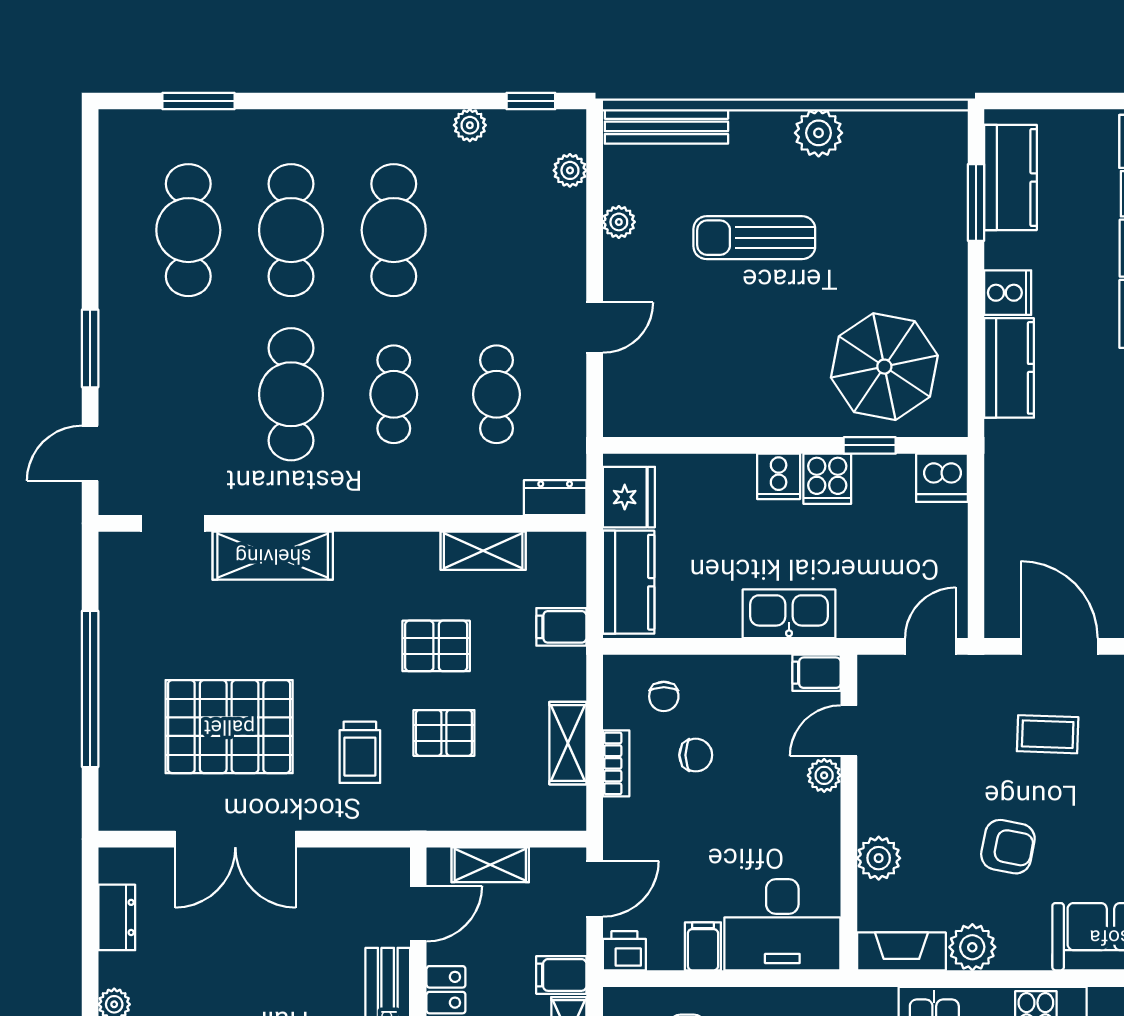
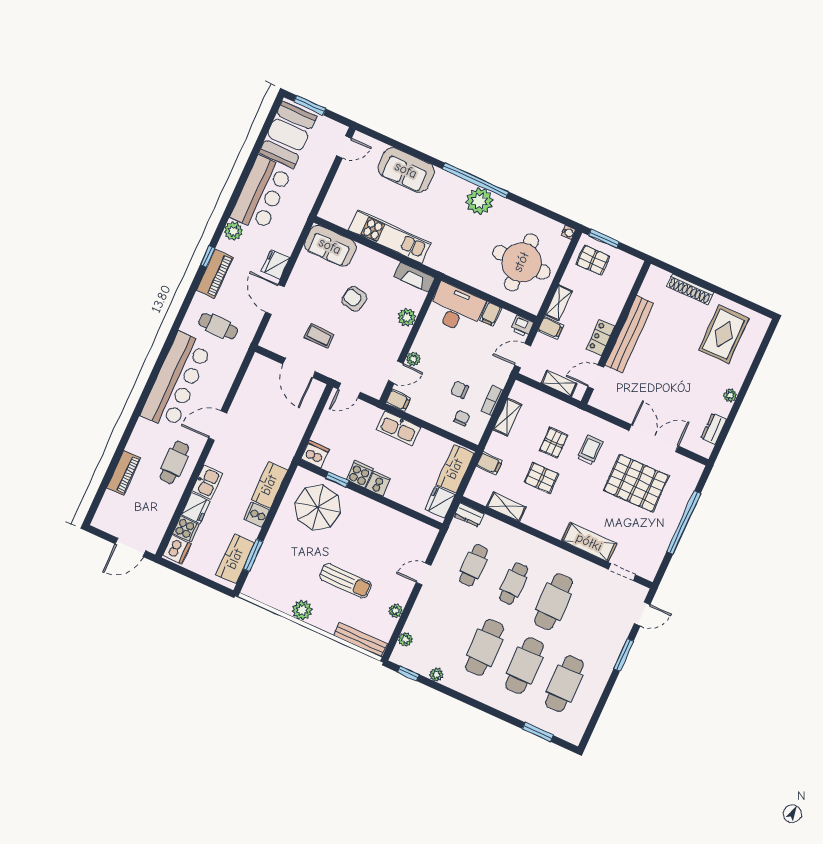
pallet: (444, 733) -> (554, 443), turned 90
plant: (972, 947) -> (386, 266), removed

